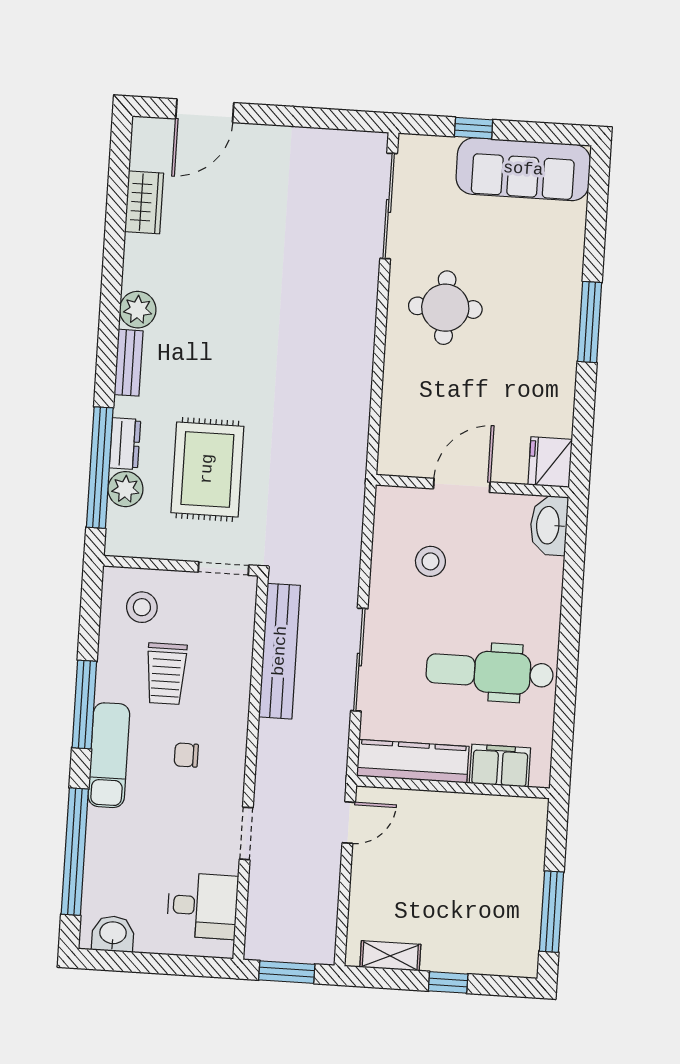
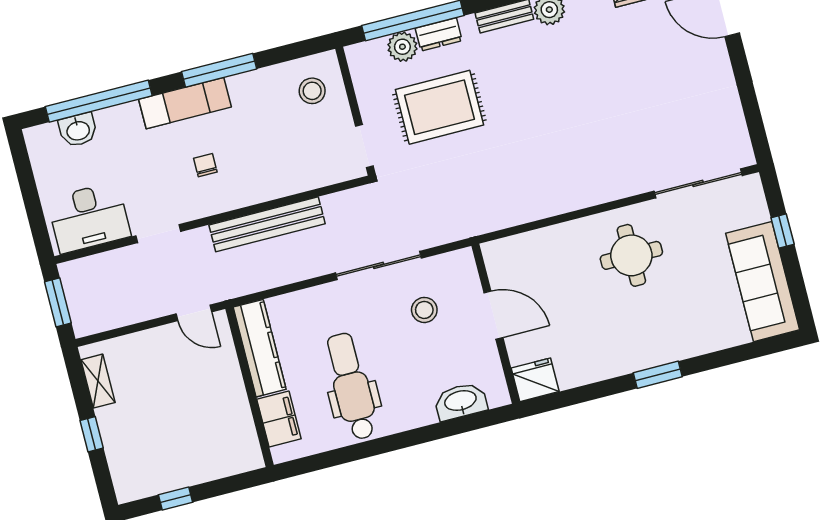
window: (590, 322) -> (658, 375), width x0.69
washbasin: (549, 525) -> (461, 401), moved
bench: (280, 651) -> (267, 224), moved
sliding door: (359, 660) -> (379, 265), moved
trolley: (166, 674) -> (265, 128), removed
desk: (202, 906) -> (89, 217), width x1.37
window: (551, 912) -> (176, 499), width x0.46
washbasin: (113, 934) -> (78, 130), moved, turned 90

